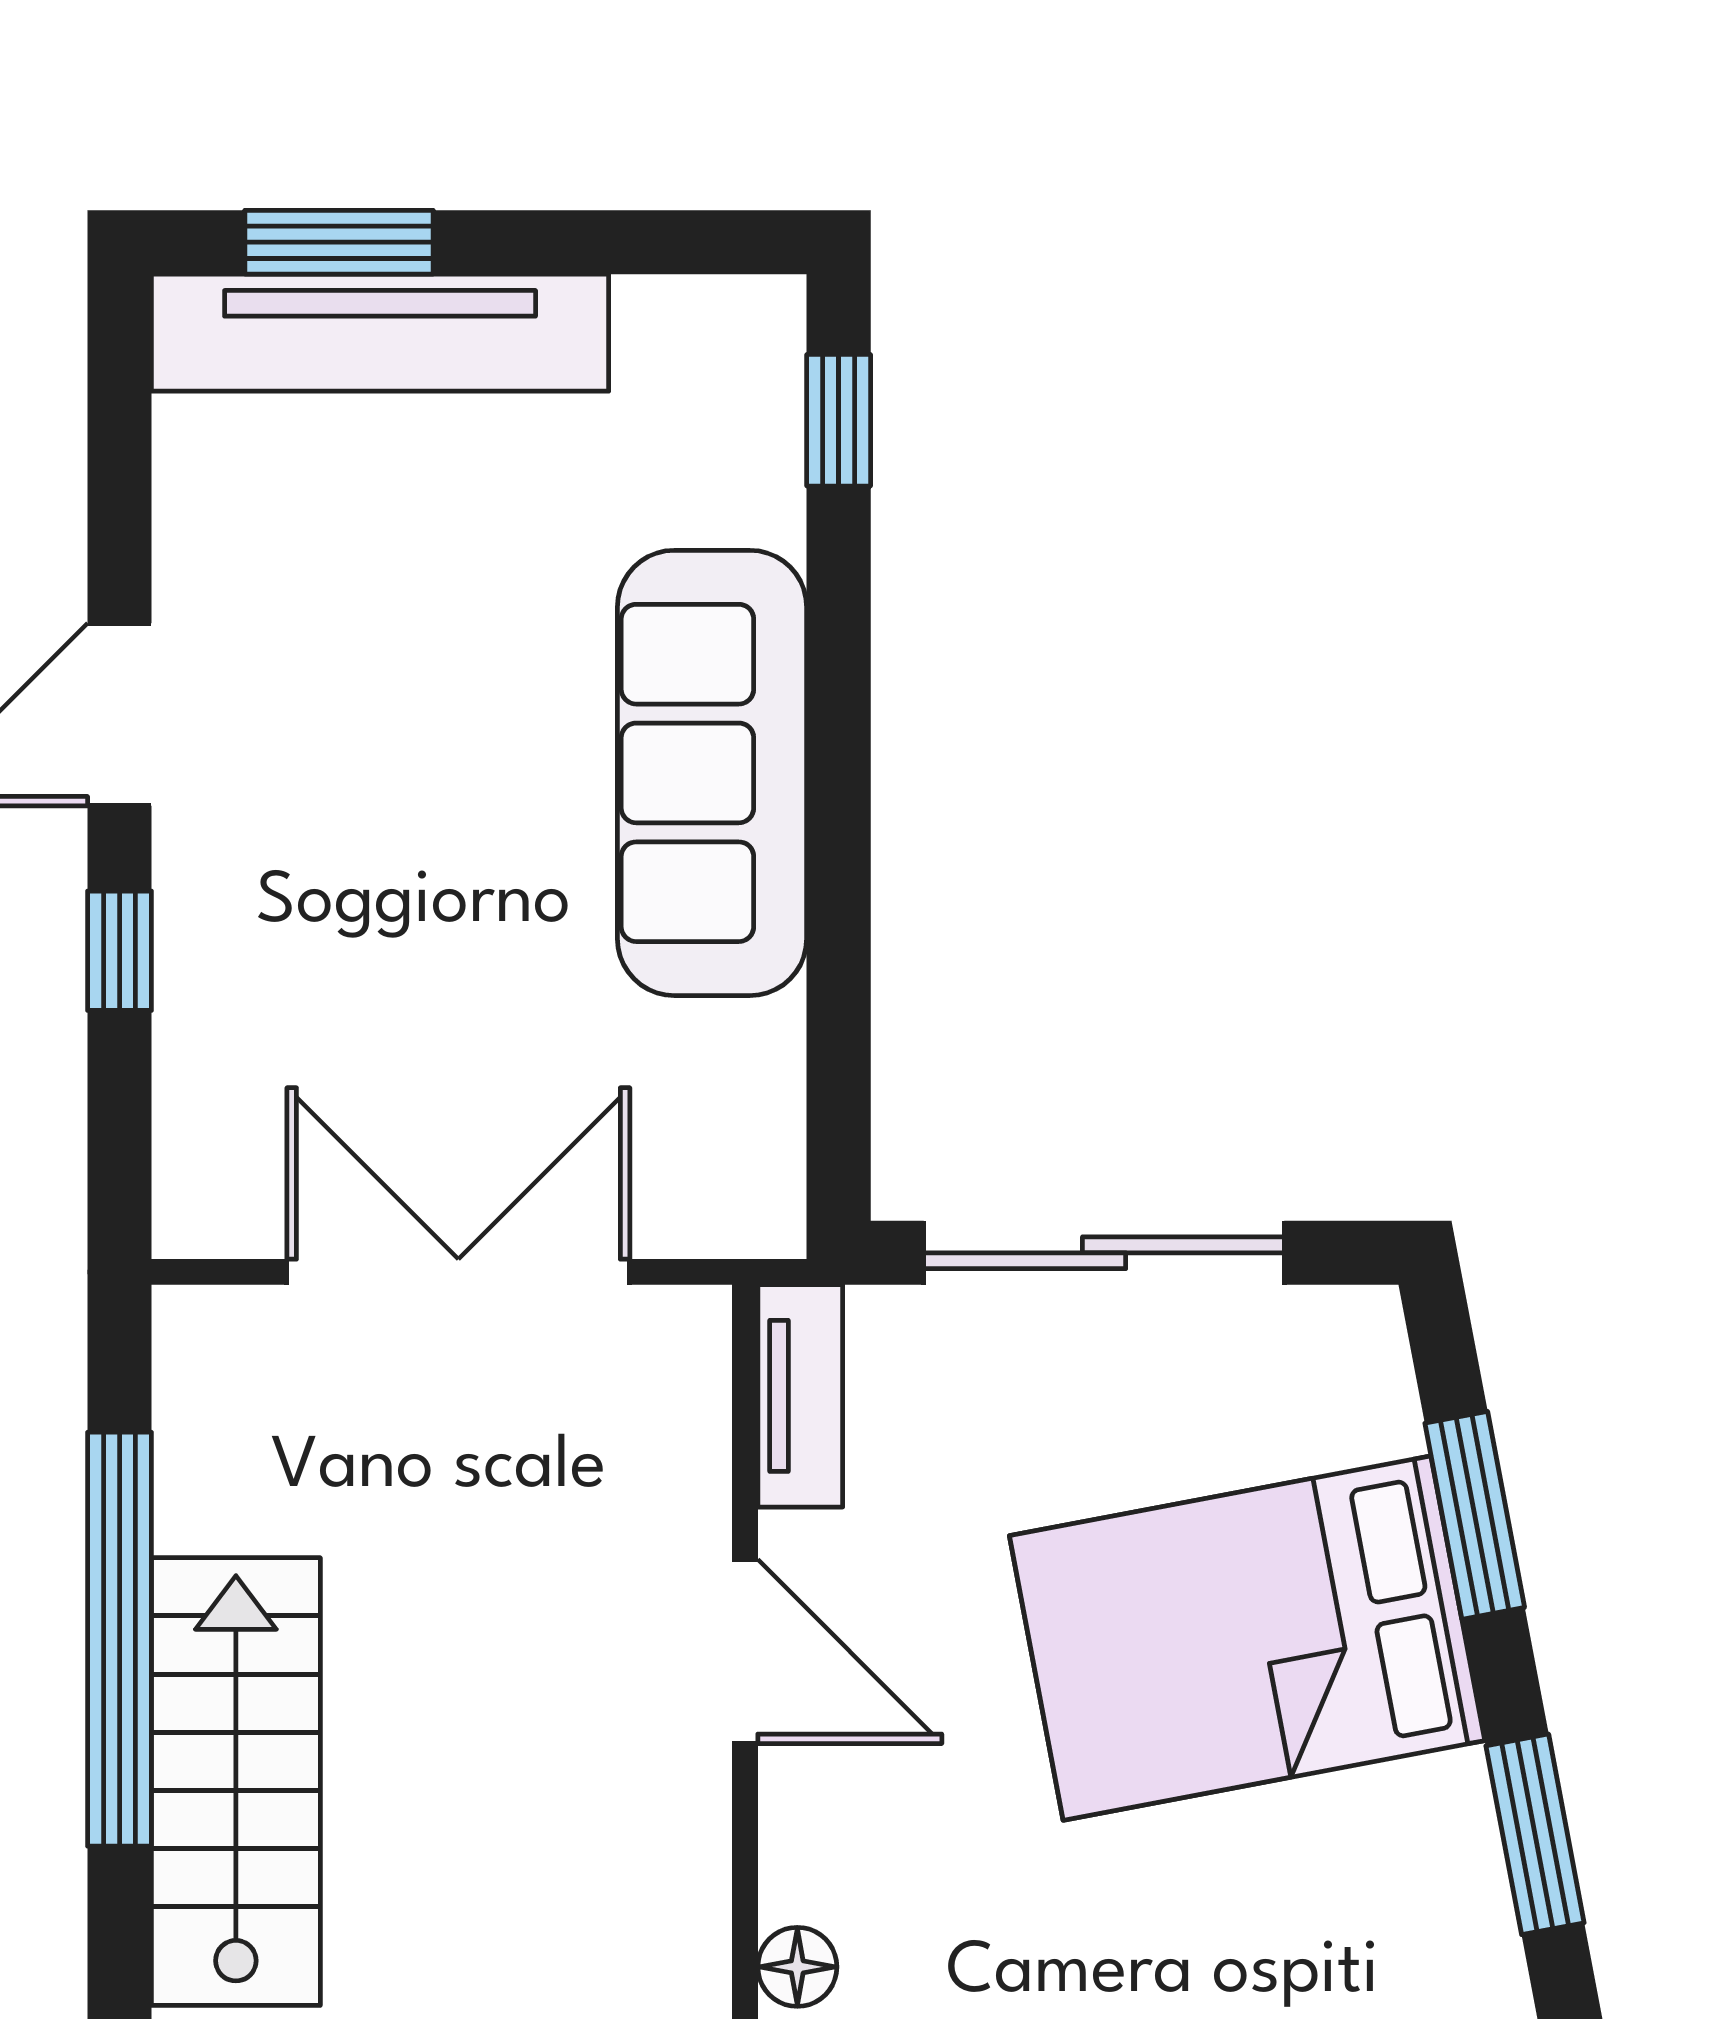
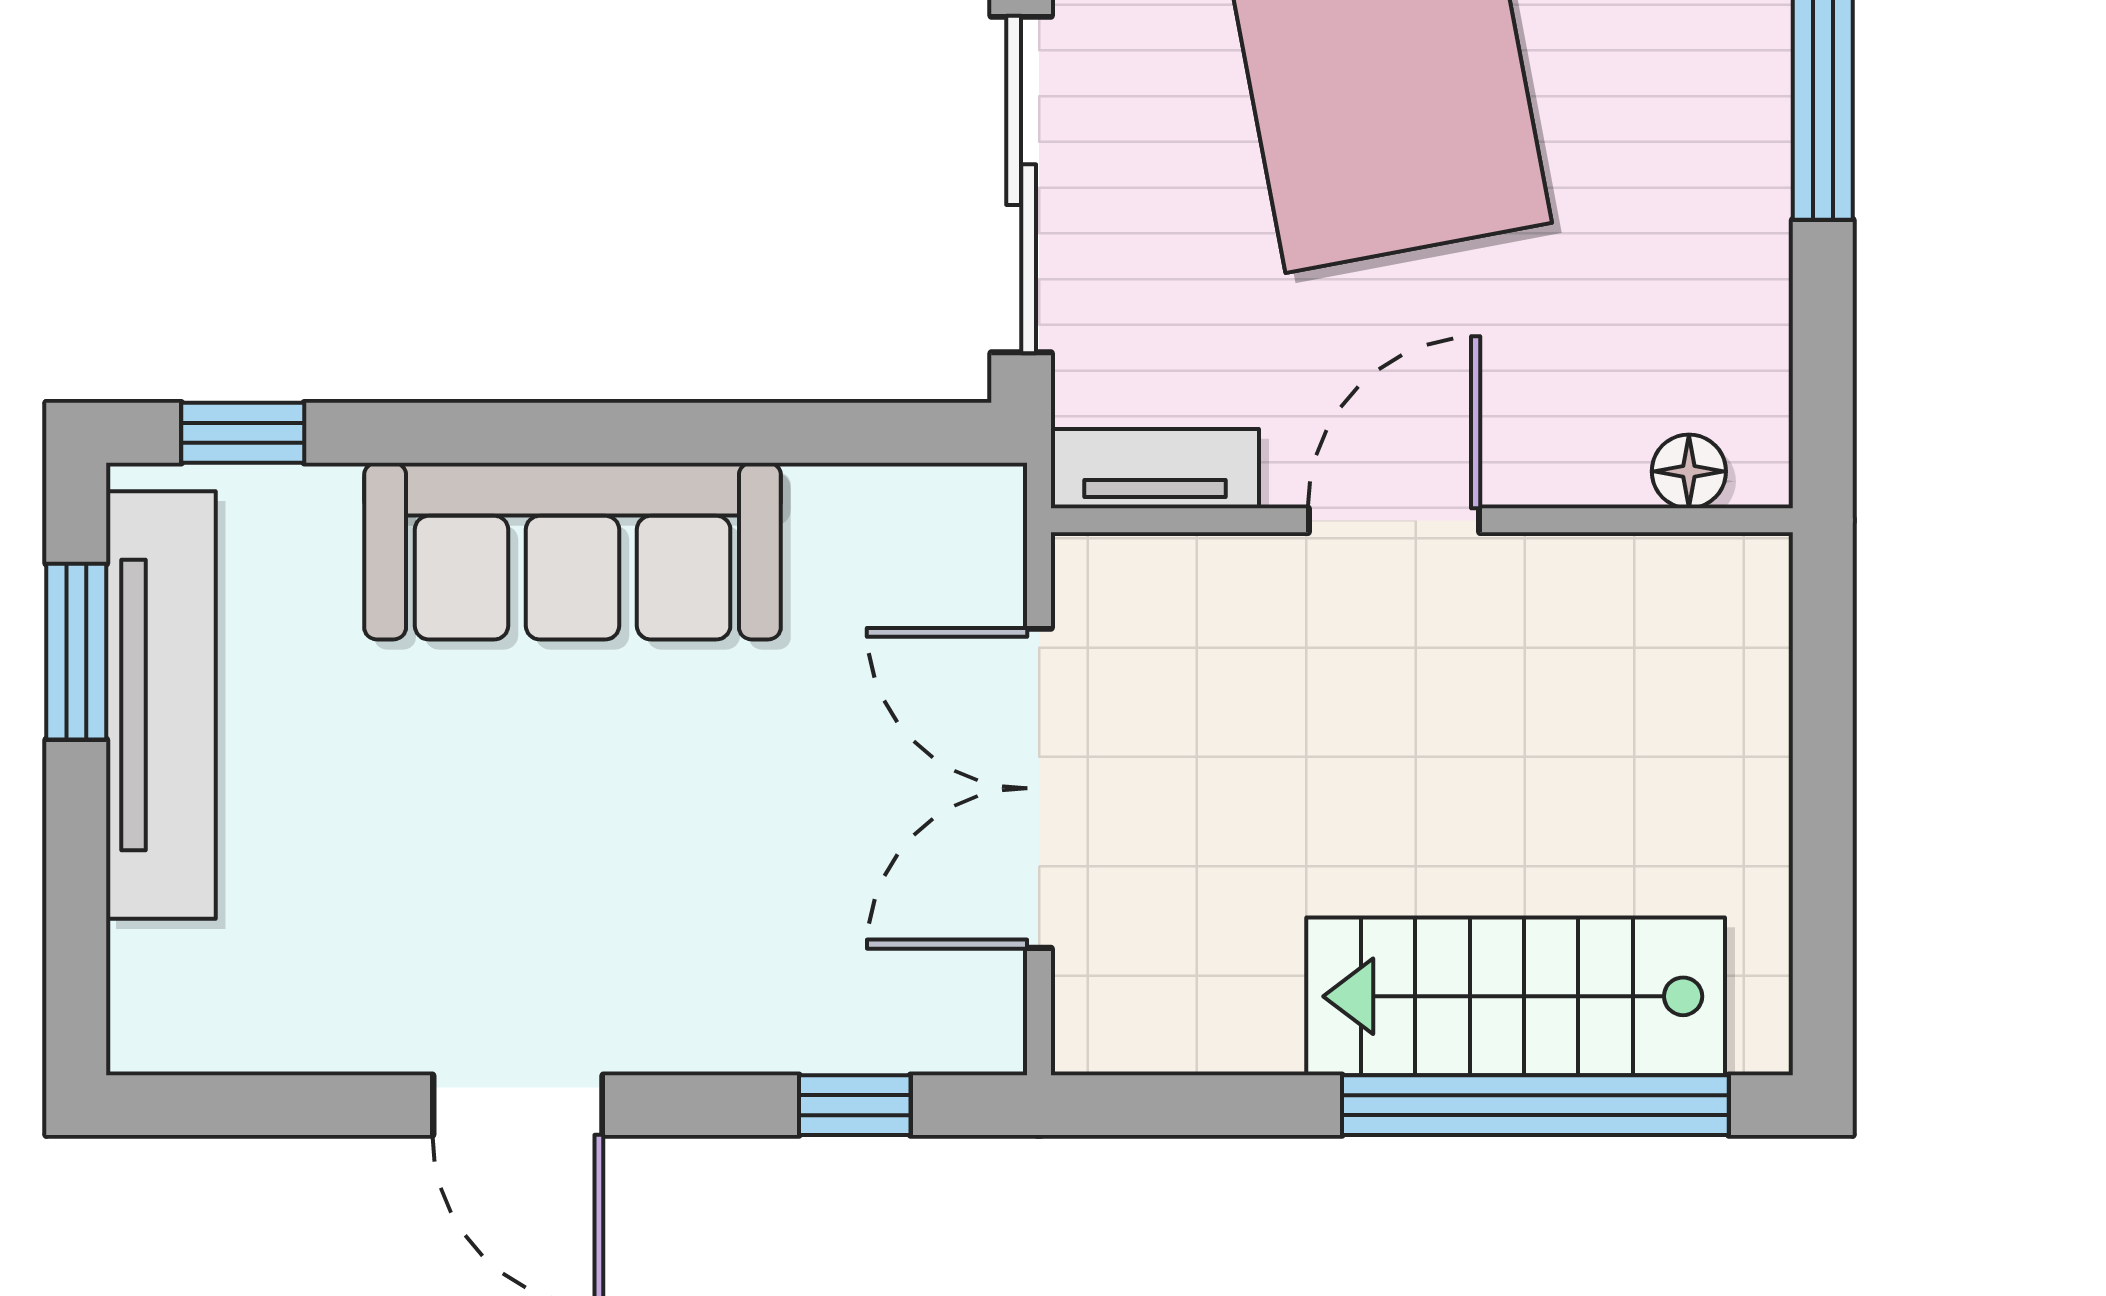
window: (339, 242) -> (76, 652), moved
tv unit: (380, 333) -> (161, 705), moved
window: (120, 951) -> (855, 1105), moved
window: (120, 1639) -> (1535, 1105), moved

